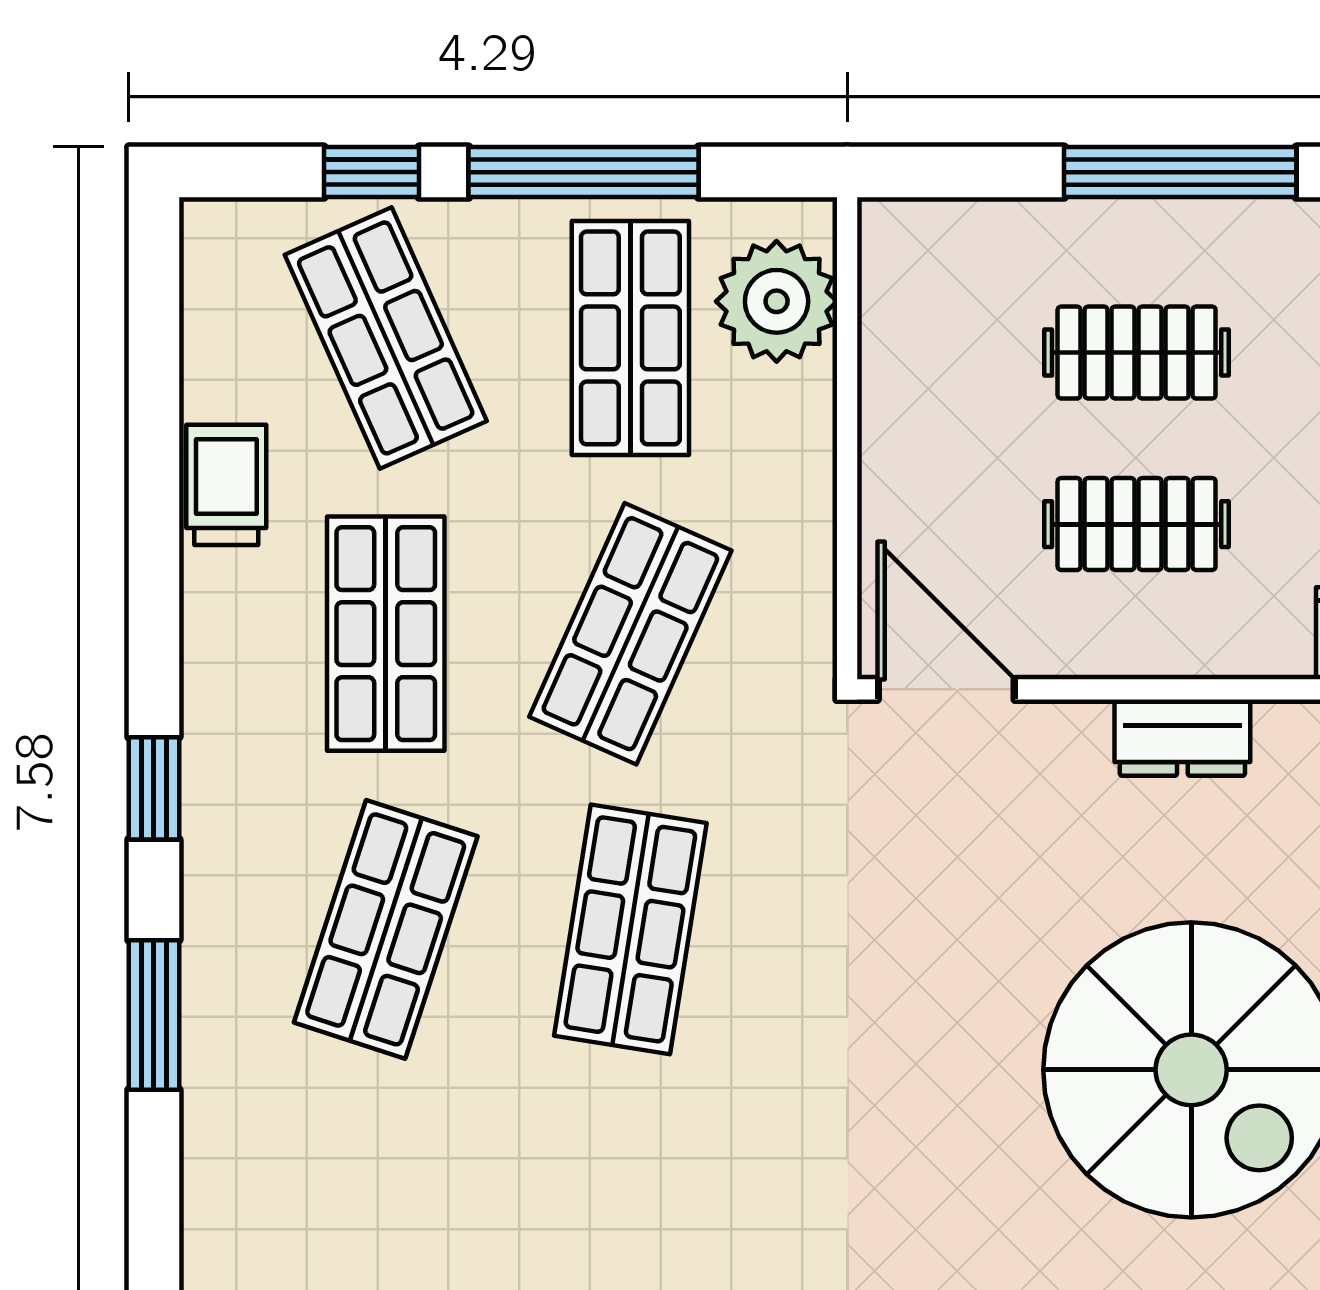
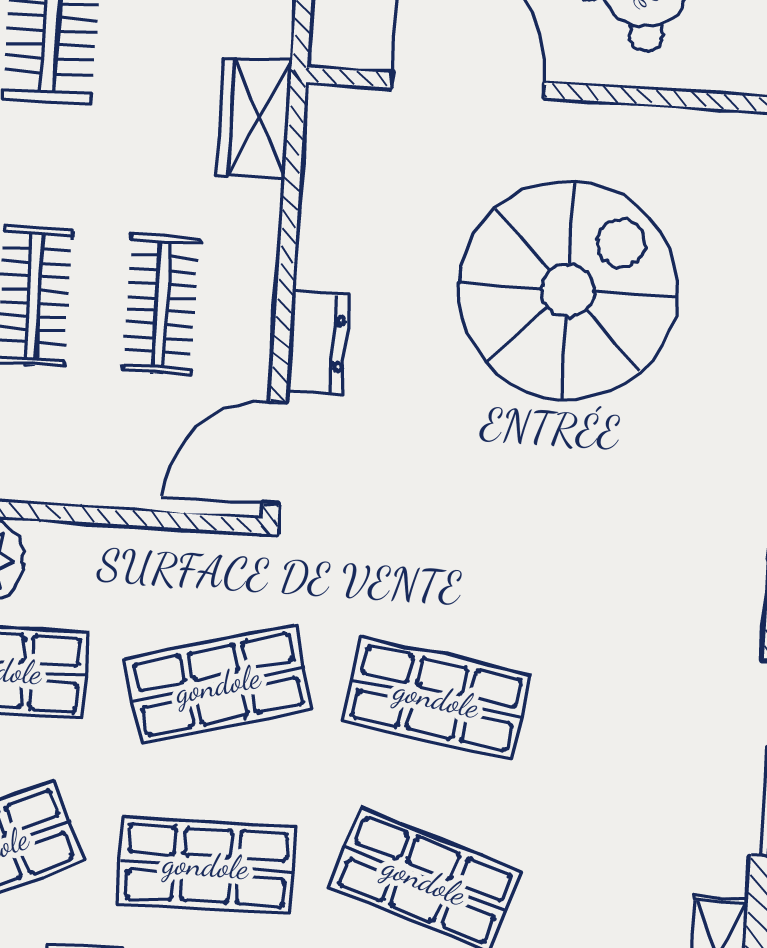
shop shelf: (630, 634) -> (218, 684), turned -39
dresser: (1182, 738) -> (317, 343), moved

